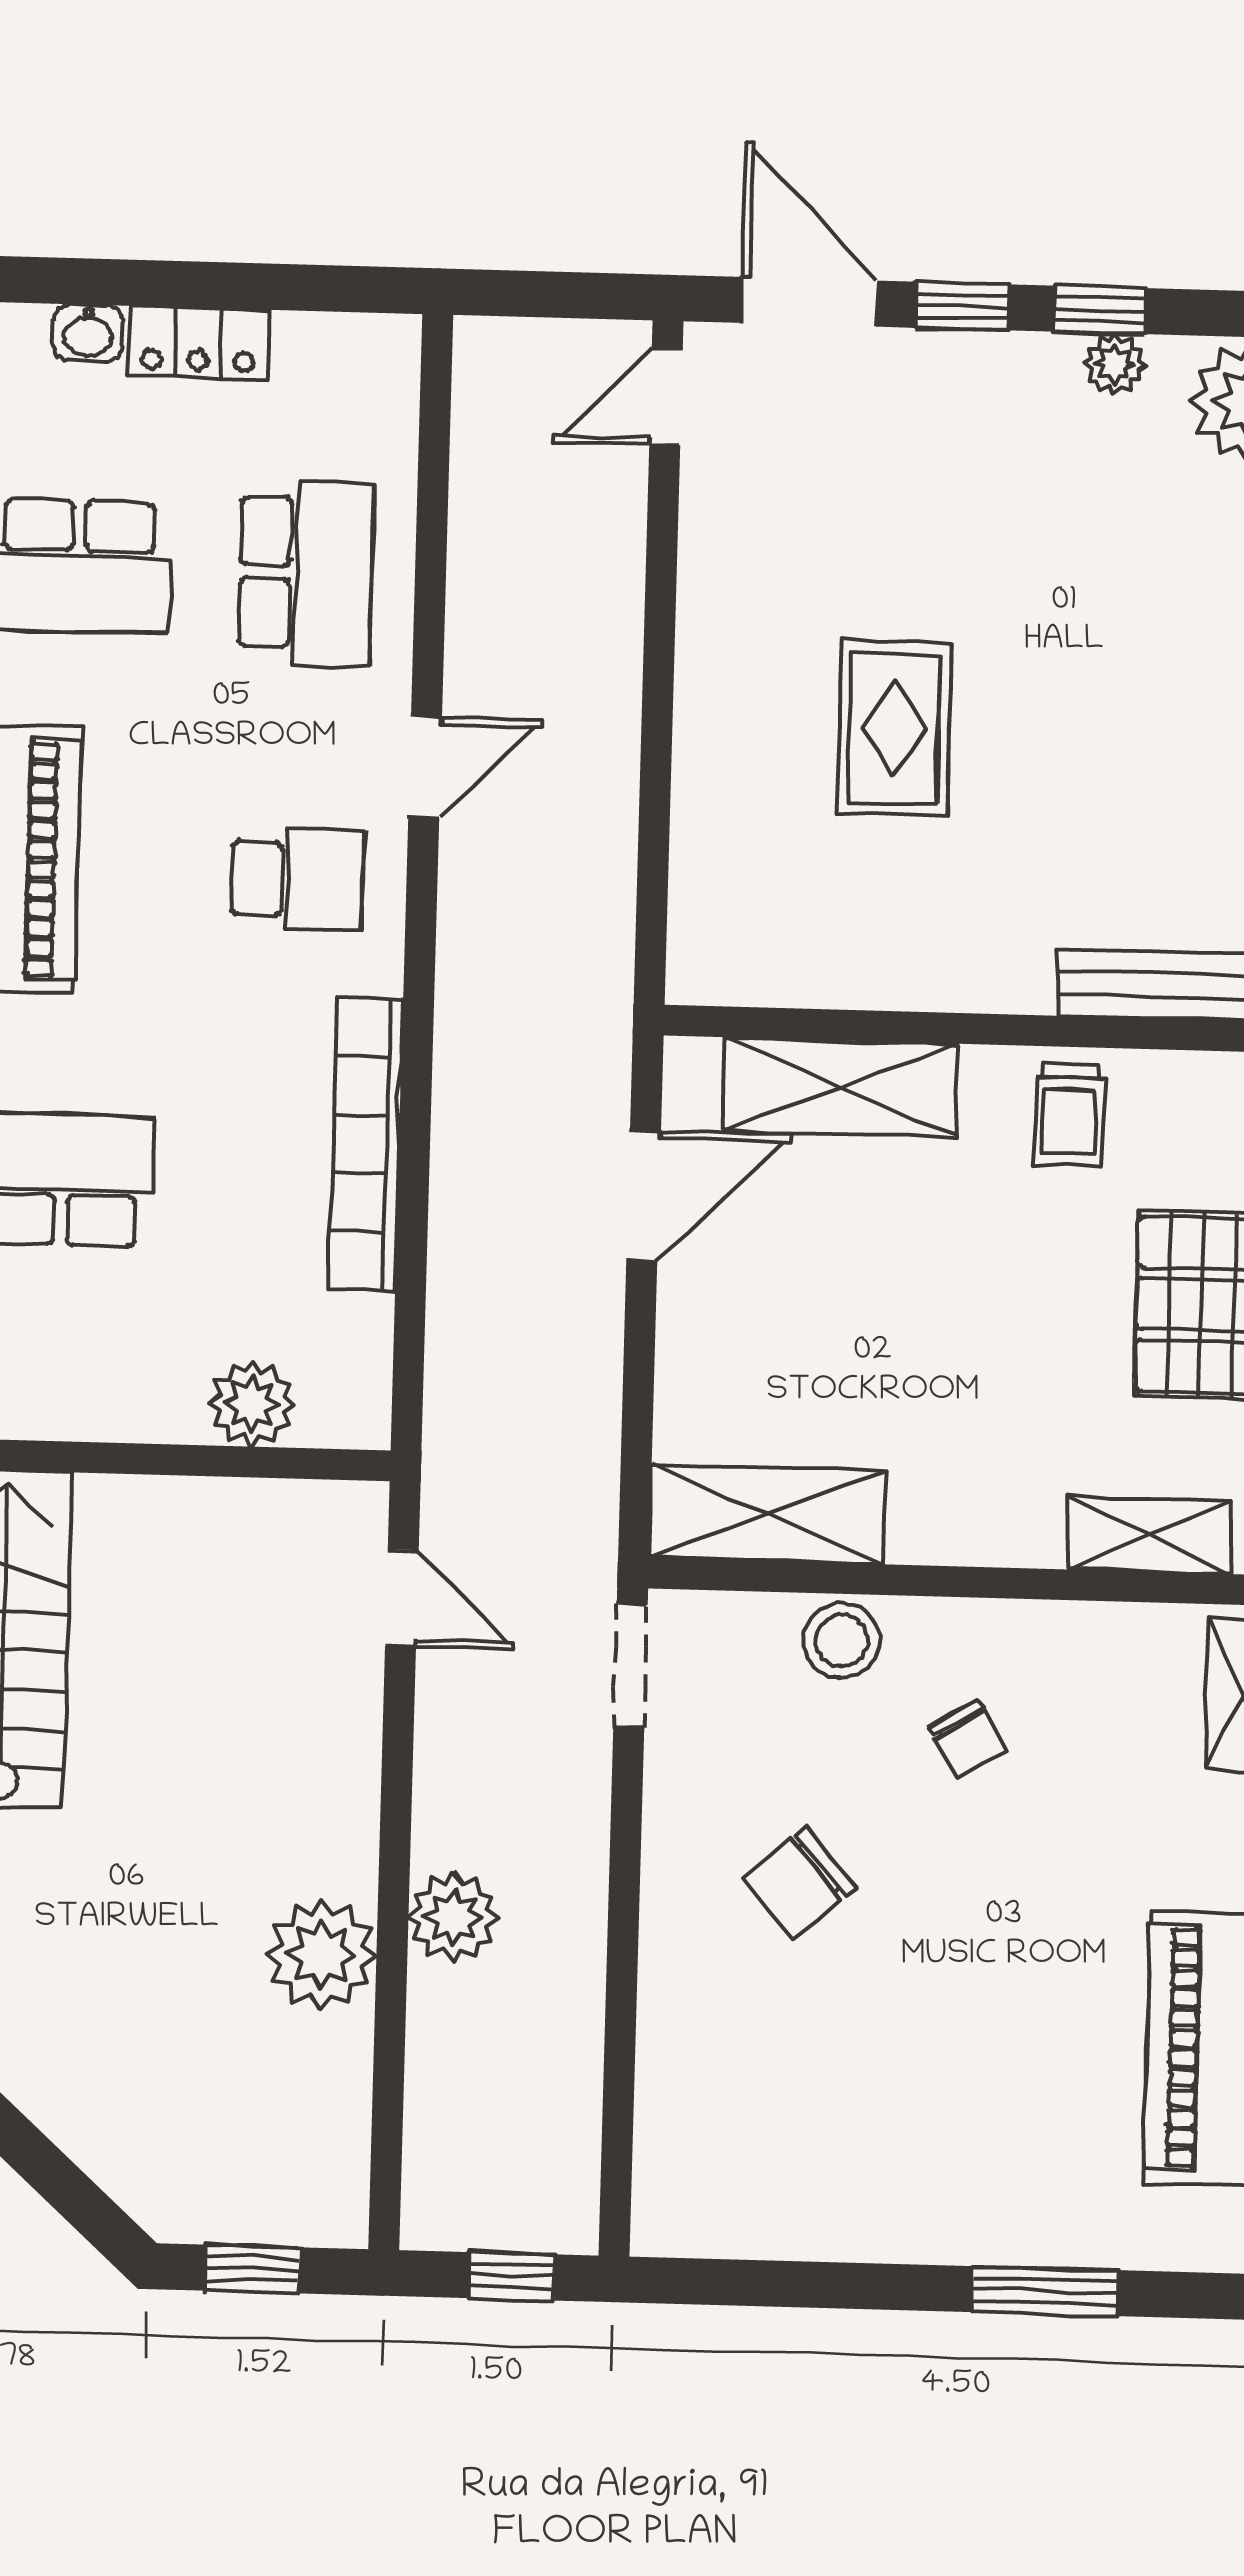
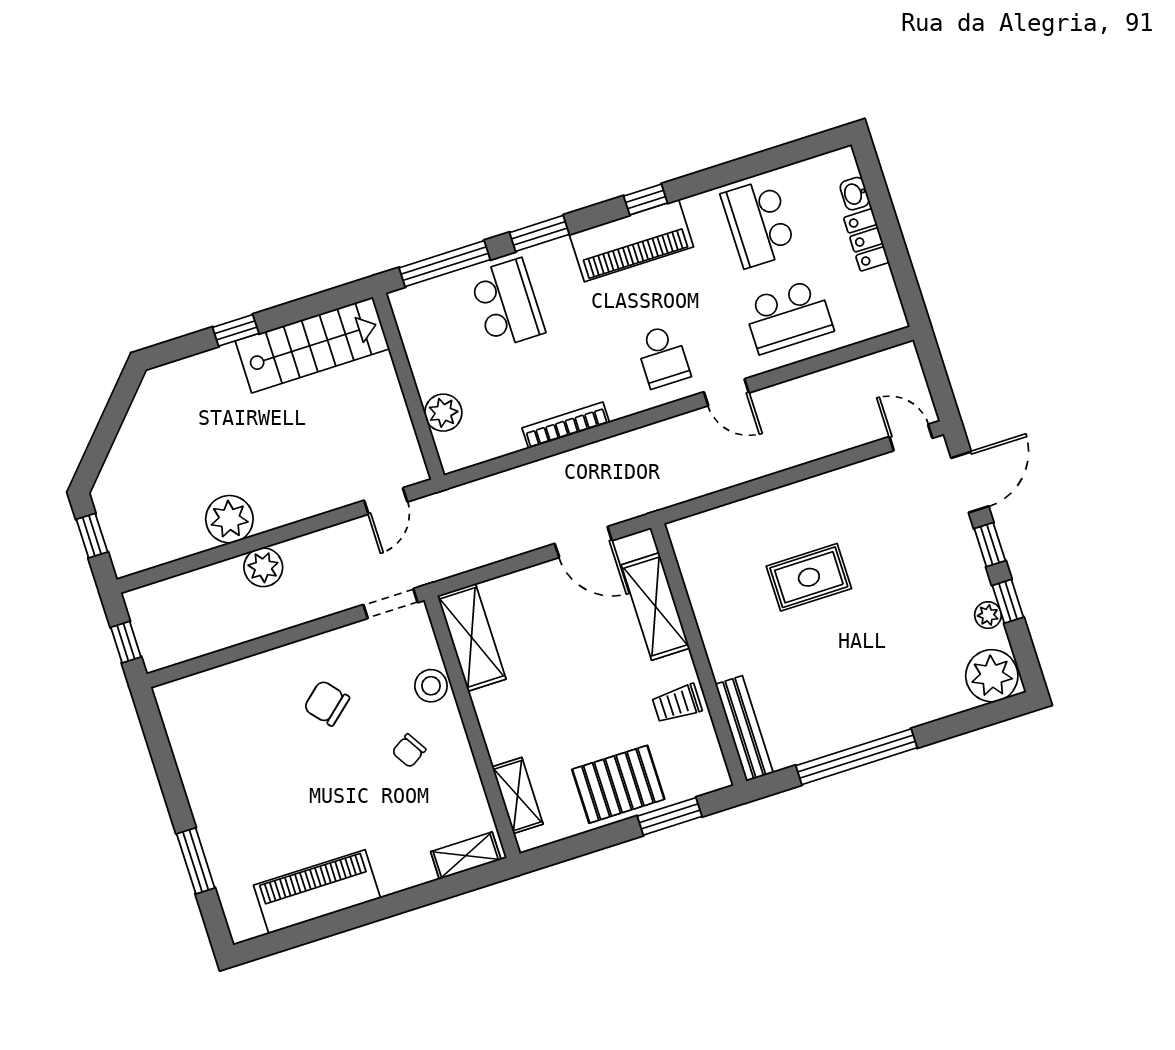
bookcase: (366, 1144) -> (566, 425), width x0.68, depth x0.76

